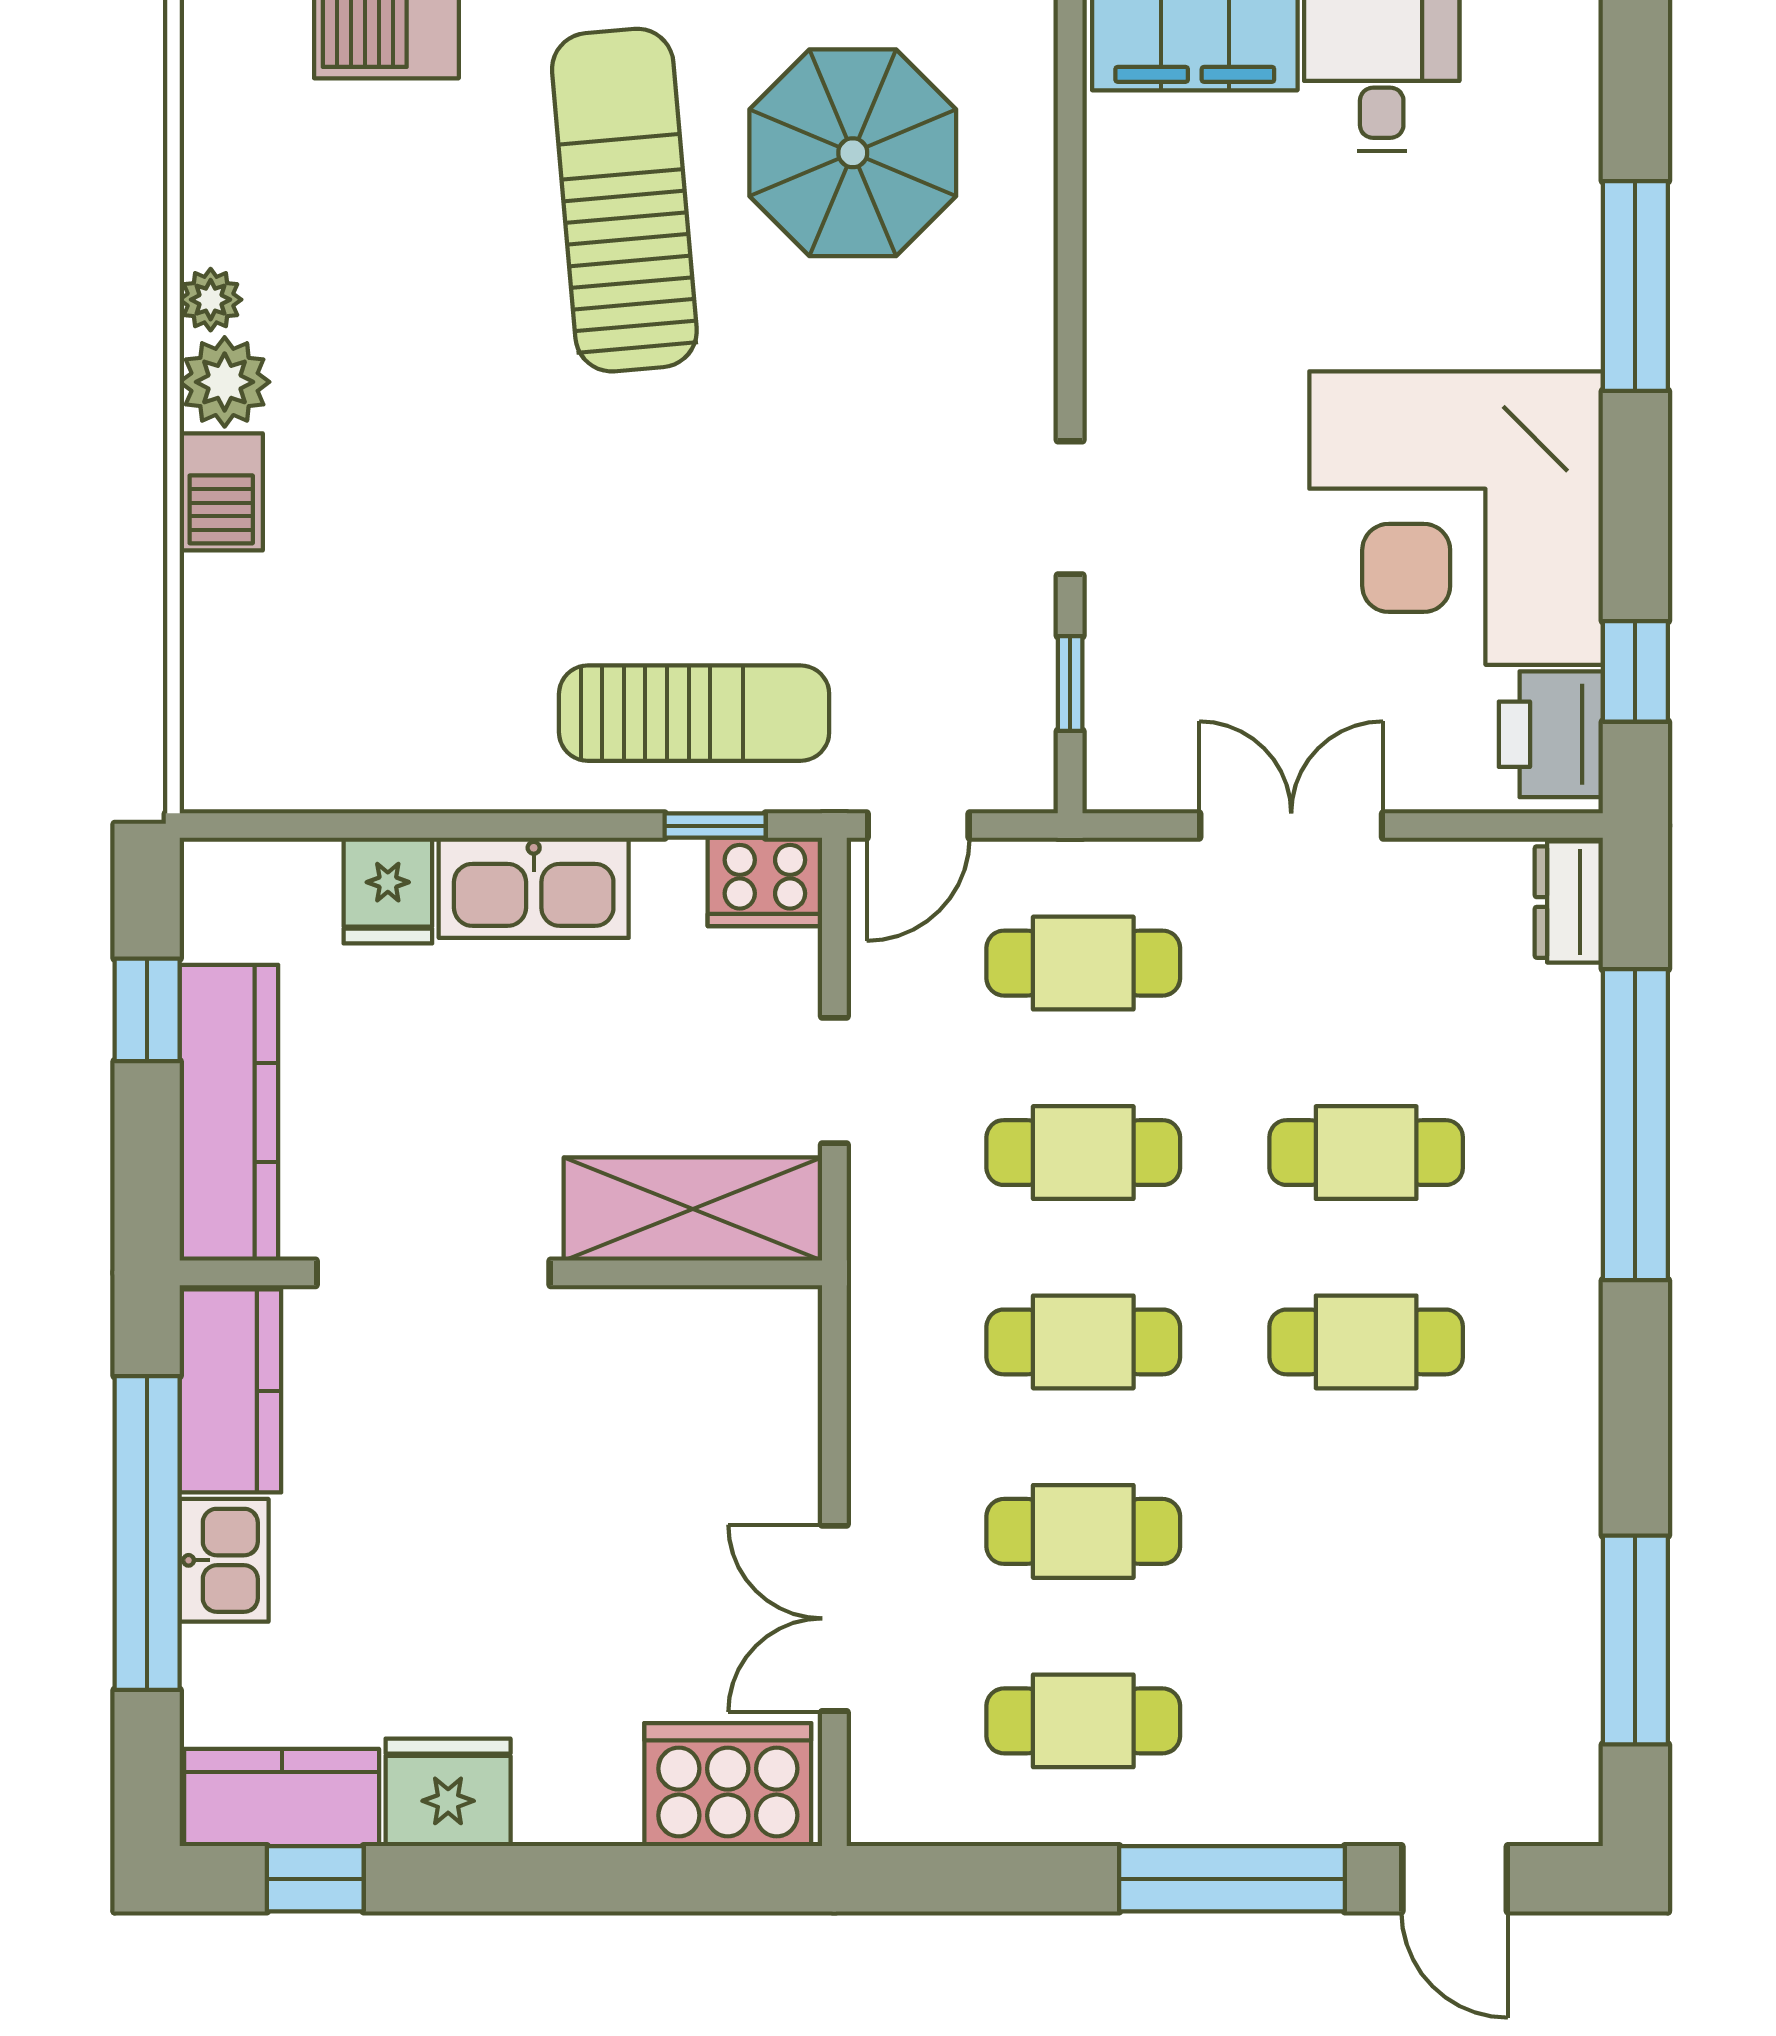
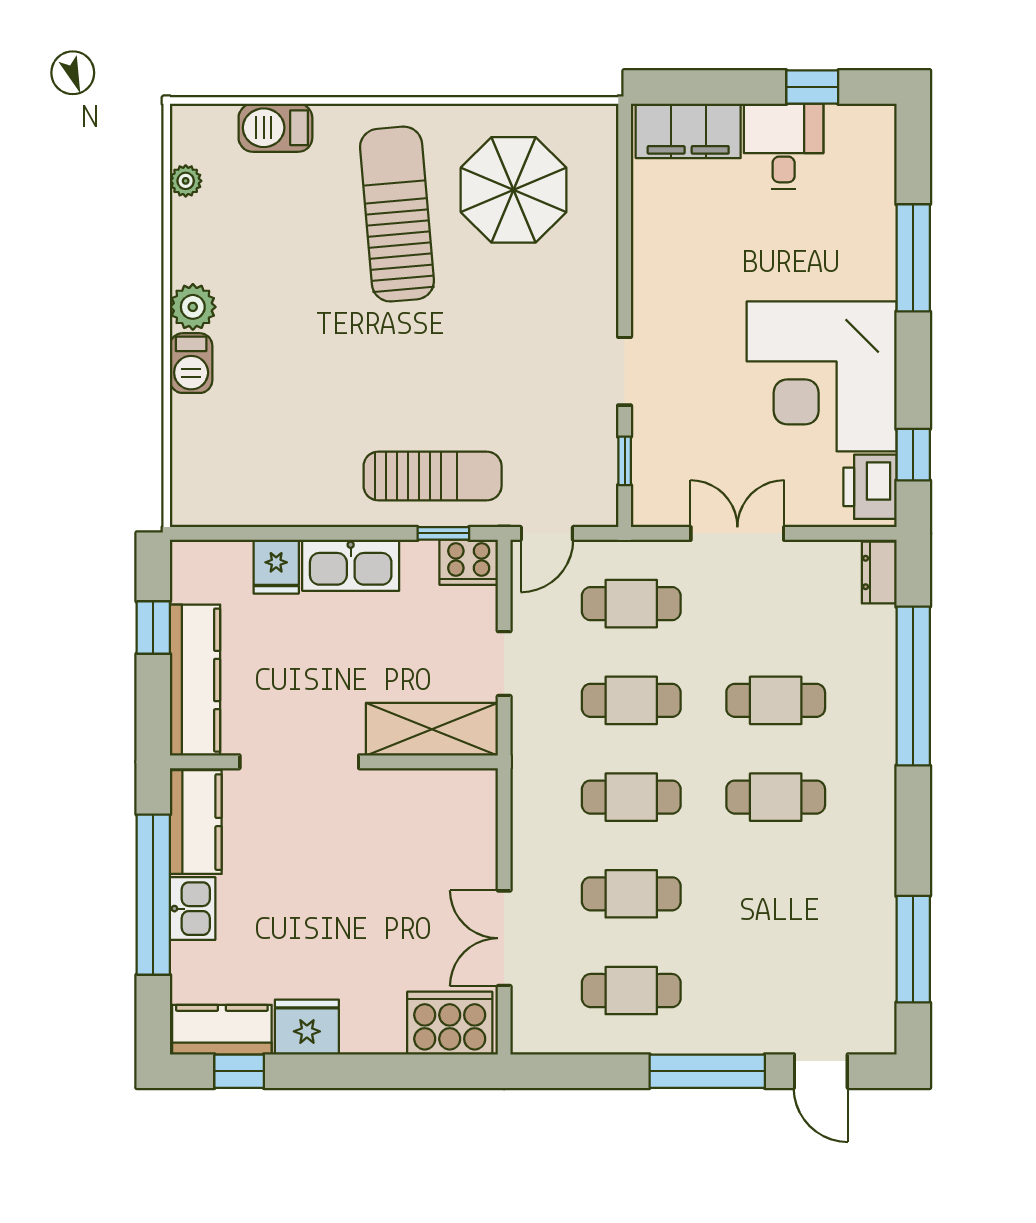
plant: (211, 300) -> (186, 181), moved

